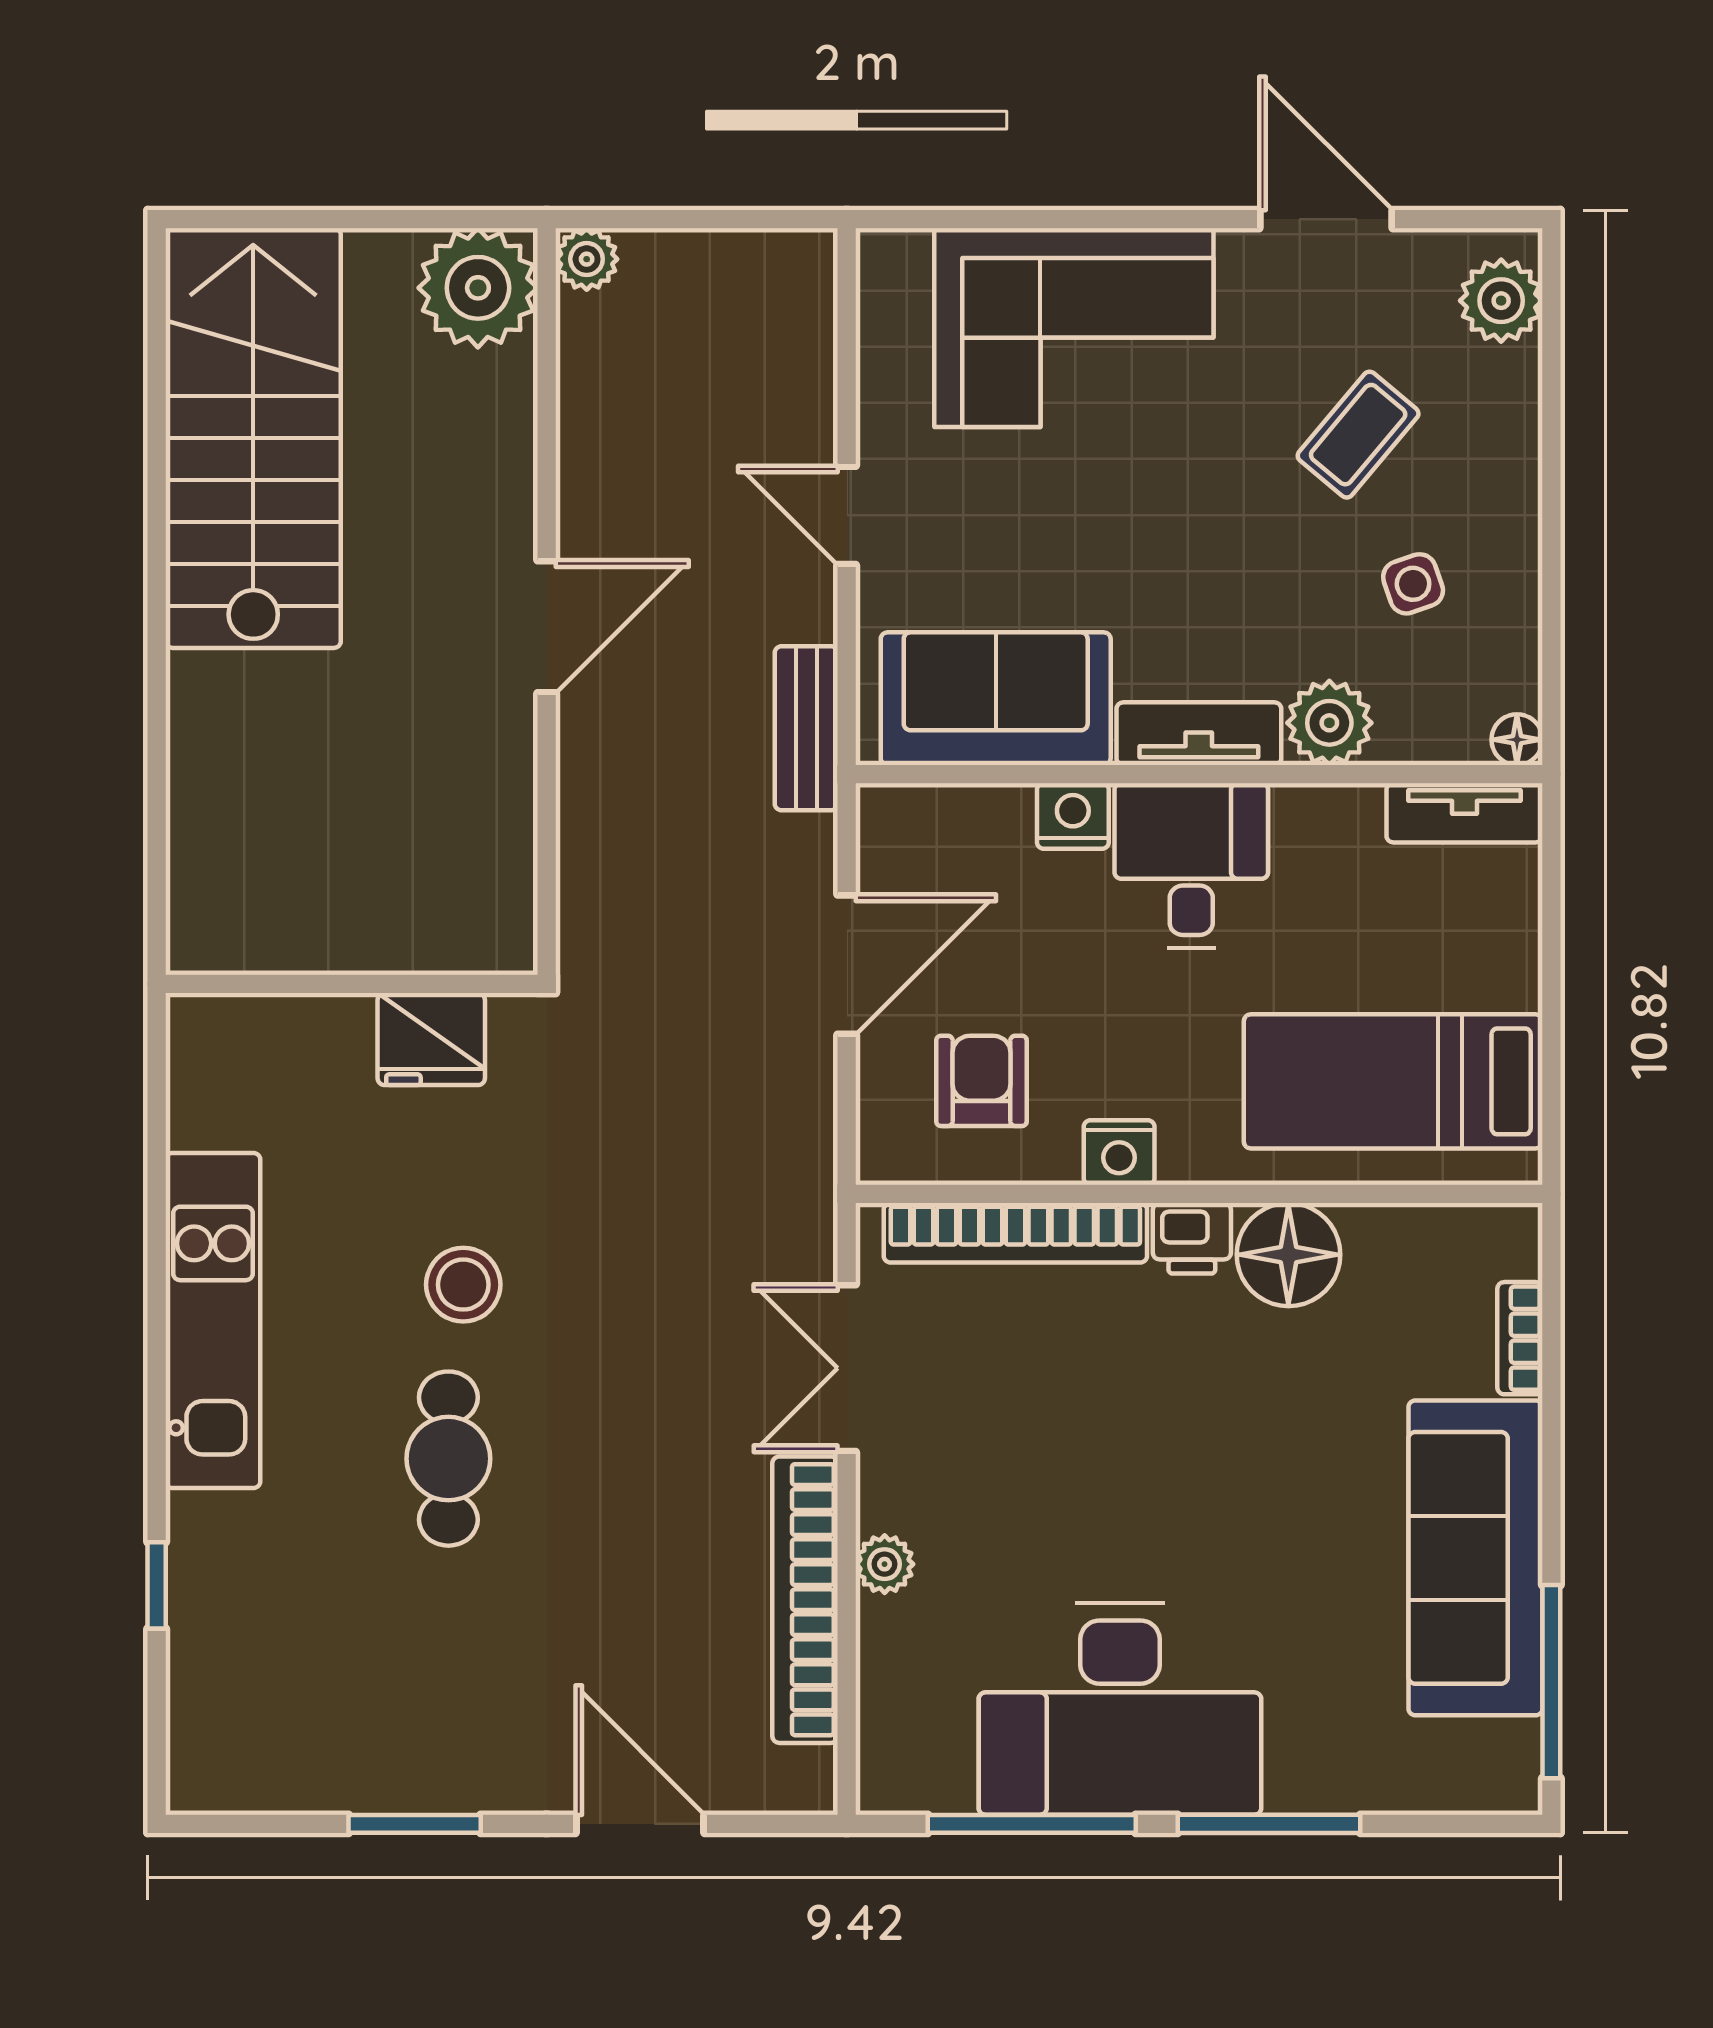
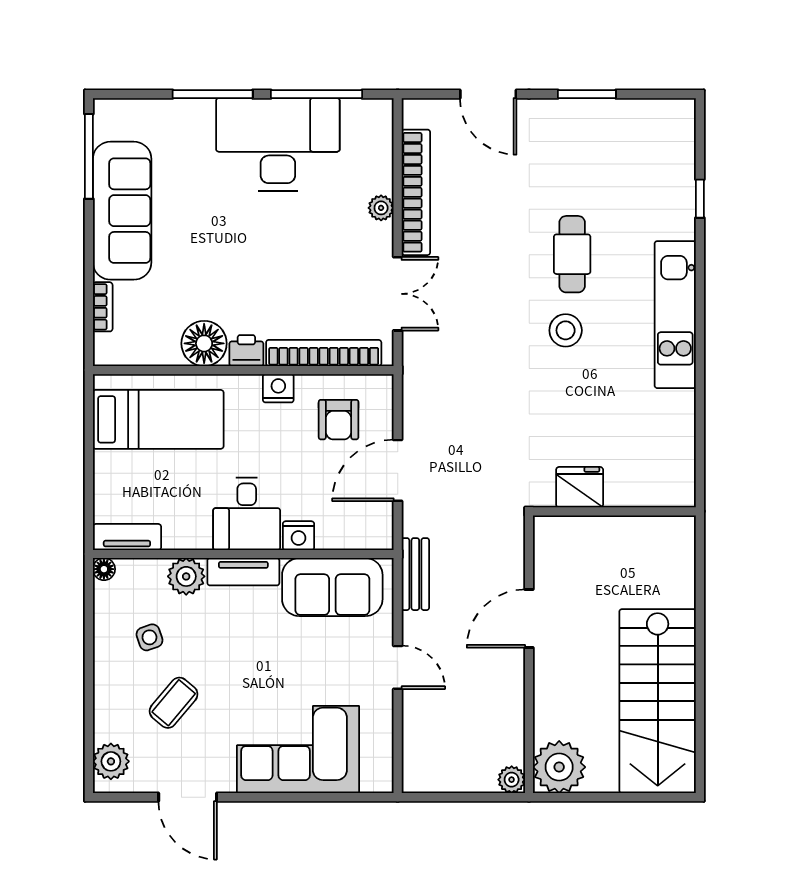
wall: (352, 984) -> (614, 511), moved
fridge: (431, 1039) -> (580, 487), moved

